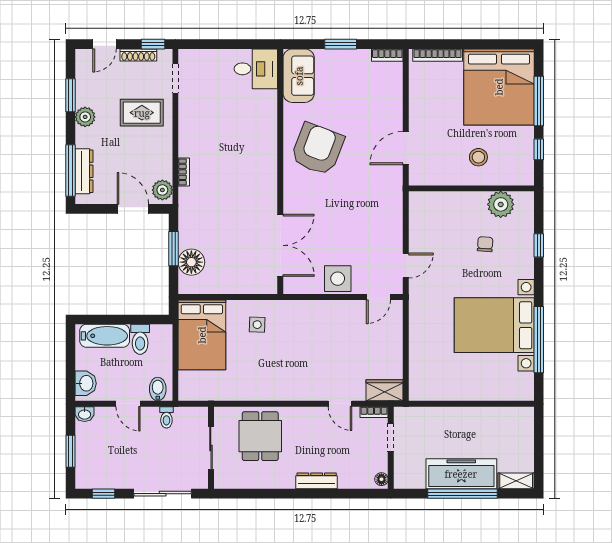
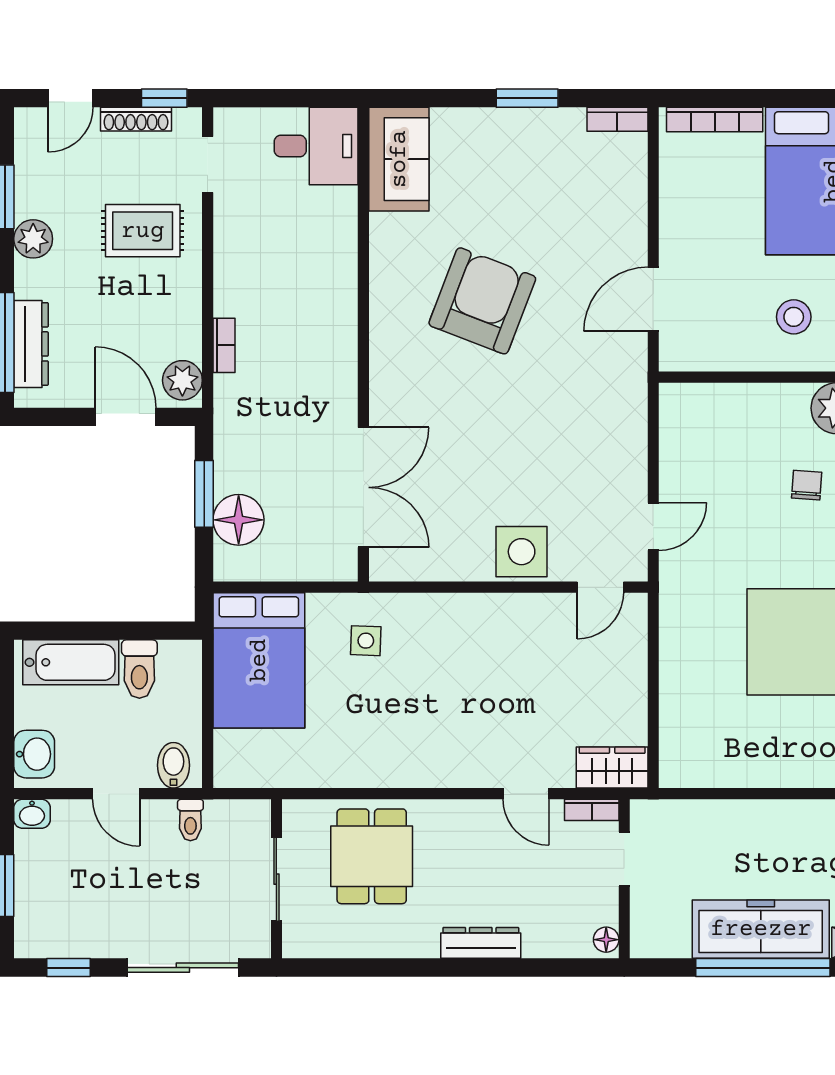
desk: (256, 69) -> (316, 146), moved
sofa: (299, 76) -> (399, 159), moved
wall: (280, 171) -> (363, 344), moved
double door: (280, 245) -> (363, 487), moved

